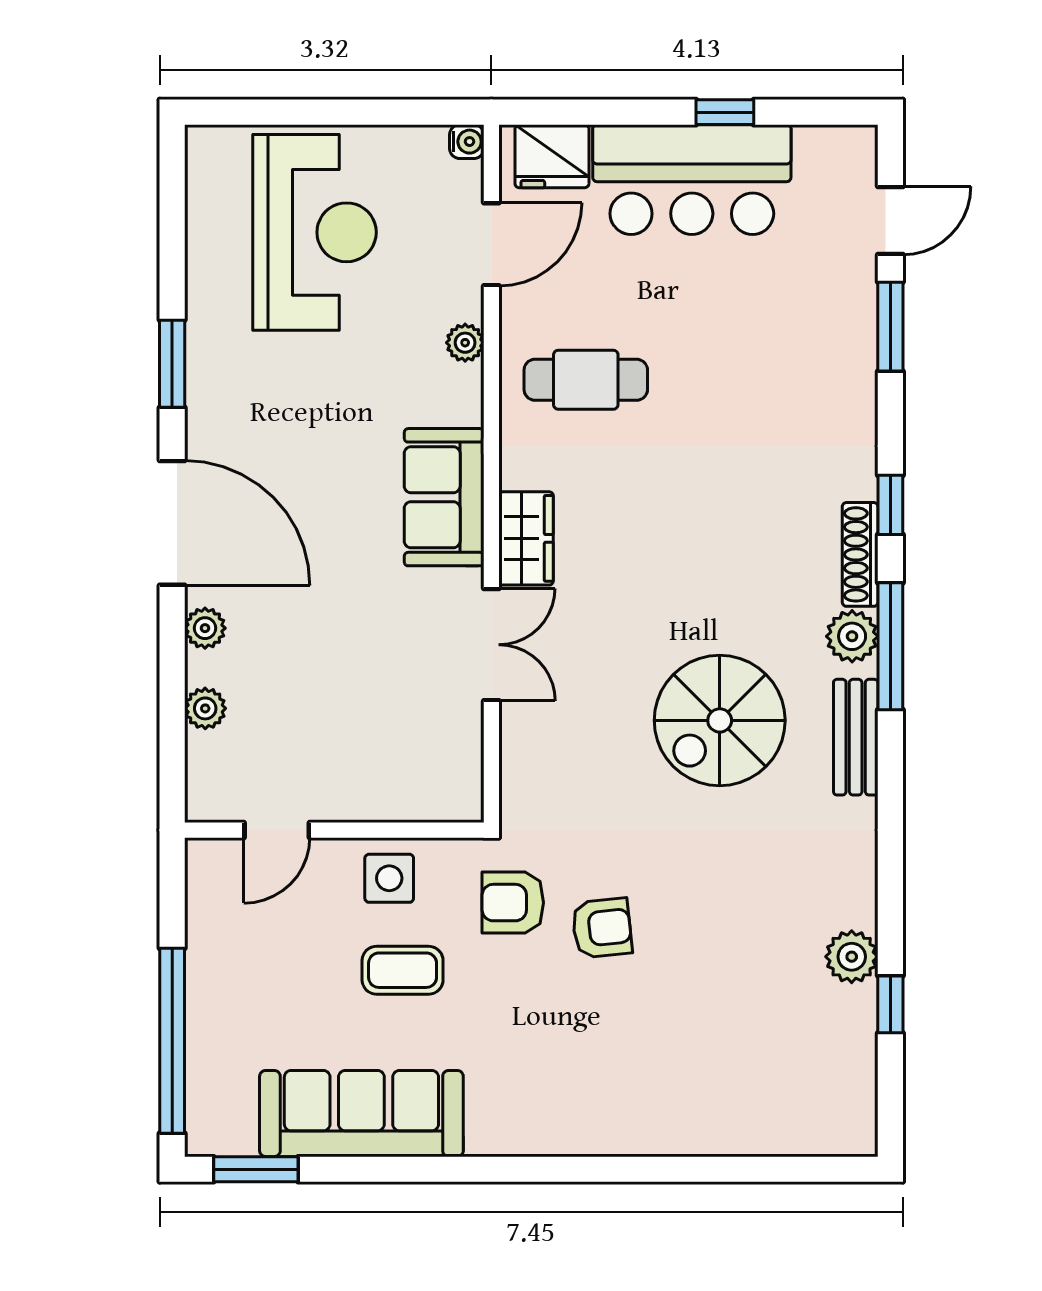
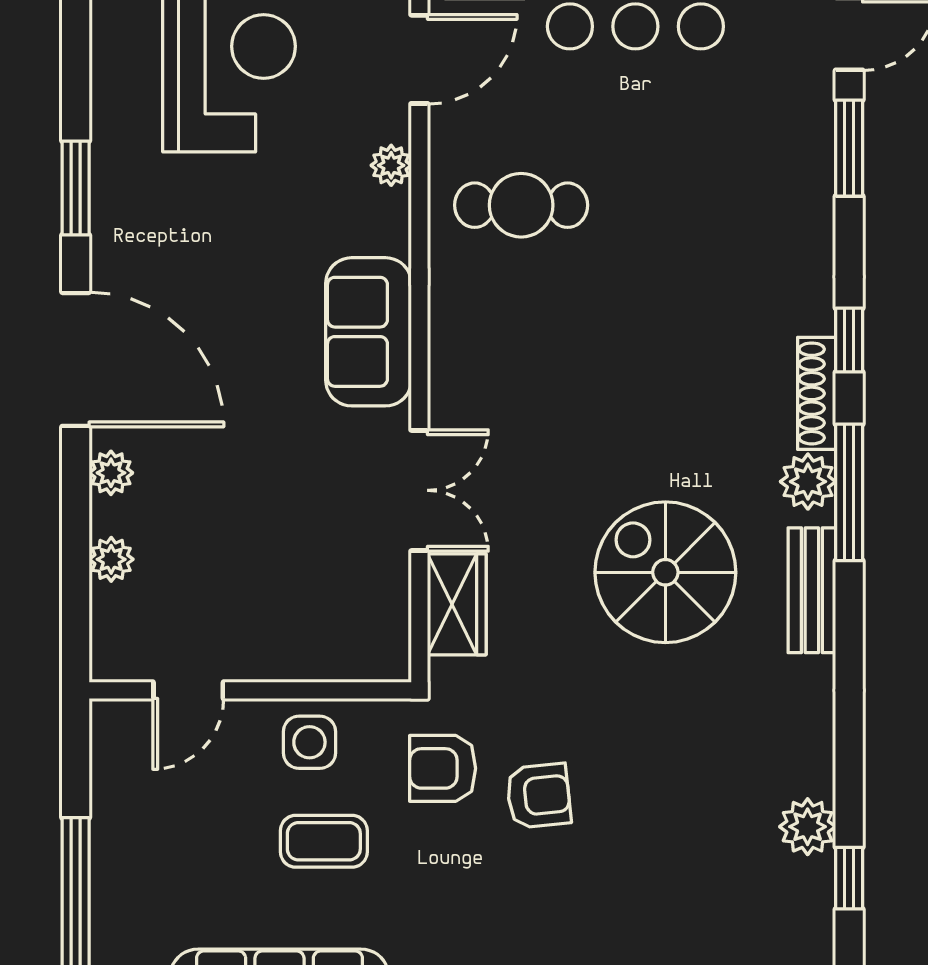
wardrobe: (526, 538) -> (457, 604), moved
spiral stairs: (720, 720) -> (665, 572), turned 90

